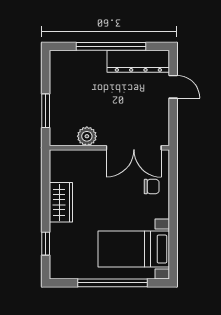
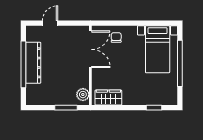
dresser: (138, 61) -> (33, 63), moved
plant: (87, 136) -> (83, 95), moved
wardrobe: (61, 202) -> (108, 98), moved

